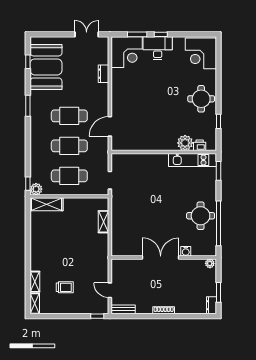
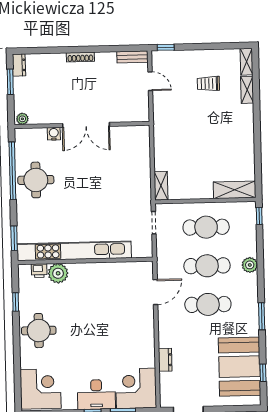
kitchen unit: (193, 160) -> (74, 251), width x1.86
plant: (36, 189) -> (250, 265), moved
shelving: (104, 222) -> (161, 186), moved

